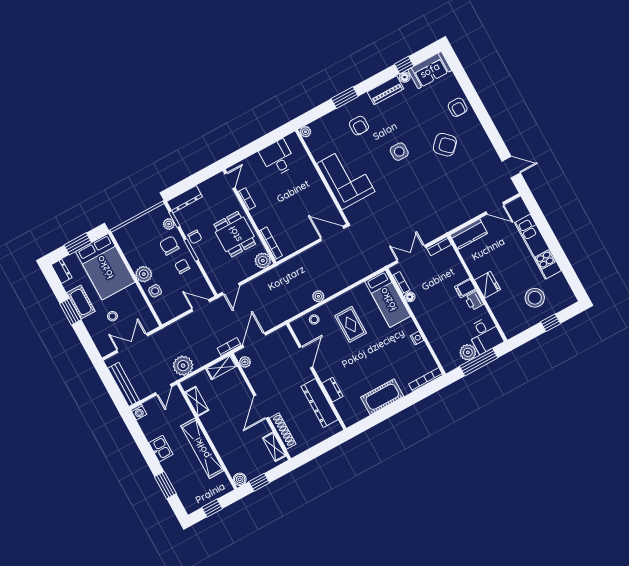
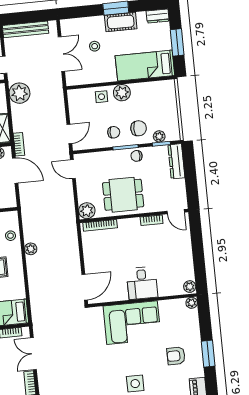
plant: (292, 140) -> (190, 287), added
desk: (278, 158) -> (142, 283), moved, turned 90
double door: (411, 254) -> (33, 354), swing flipped
bed: (105, 267) -> (145, 66), width x0.67

